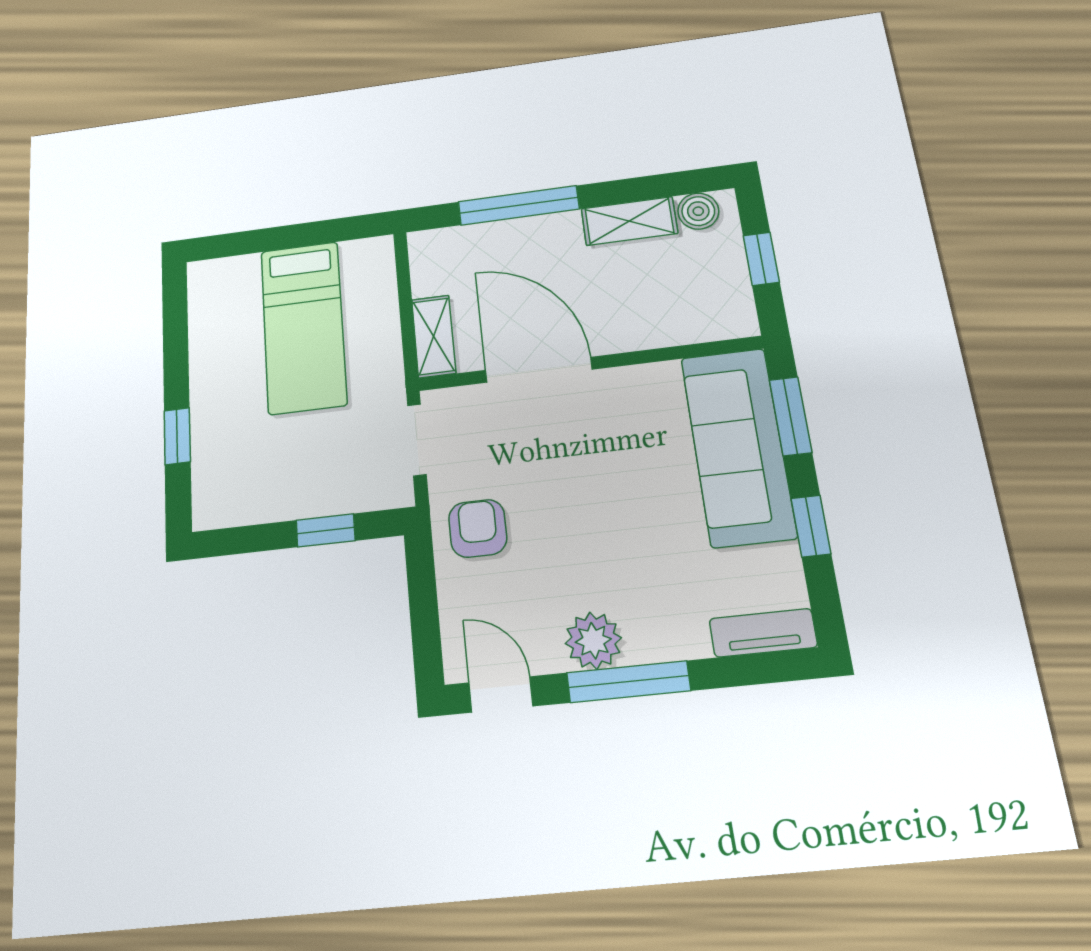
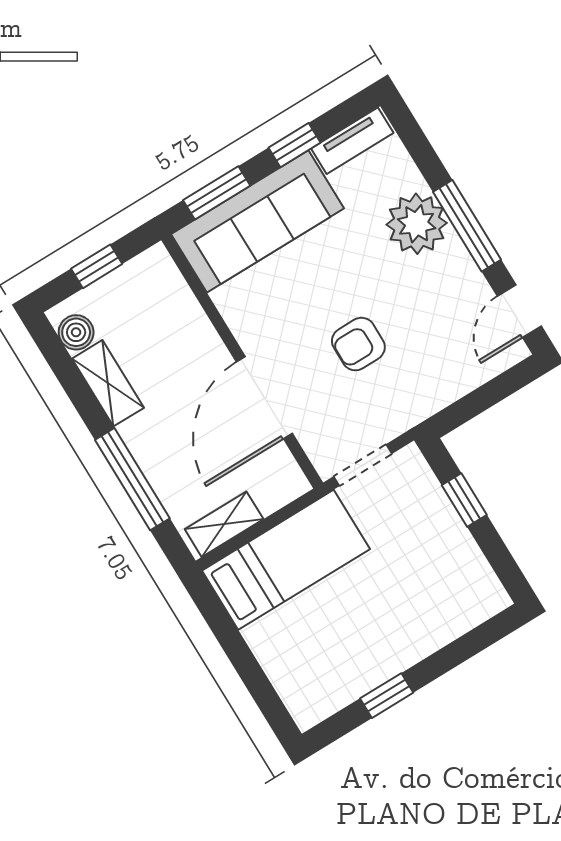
bed: (303, 327) -> (286, 560), moved
shelving: (434, 336) -> (224, 524), moved
window: (177, 436) -> (387, 696), moved
armchair: (478, 528) -> (358, 344), moved
tv unit: (763, 633) -> (352, 141), moved, turned -90
plant: (593, 641) -> (417, 224), moved, width x1.36, depth x1.36

